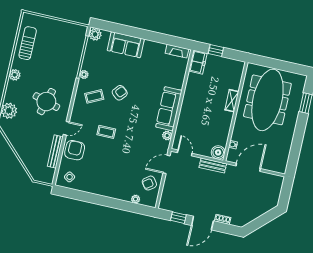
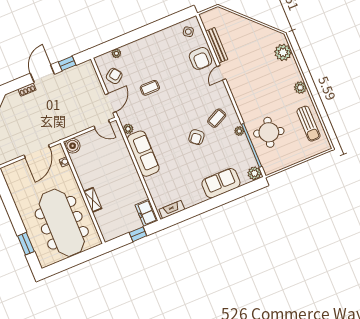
round table: (46, 102) -> (269, 132), moved
coffee table: (106, 132) -> (150, 88), moved
bench: (213, 166) -> (69, 131), removed

